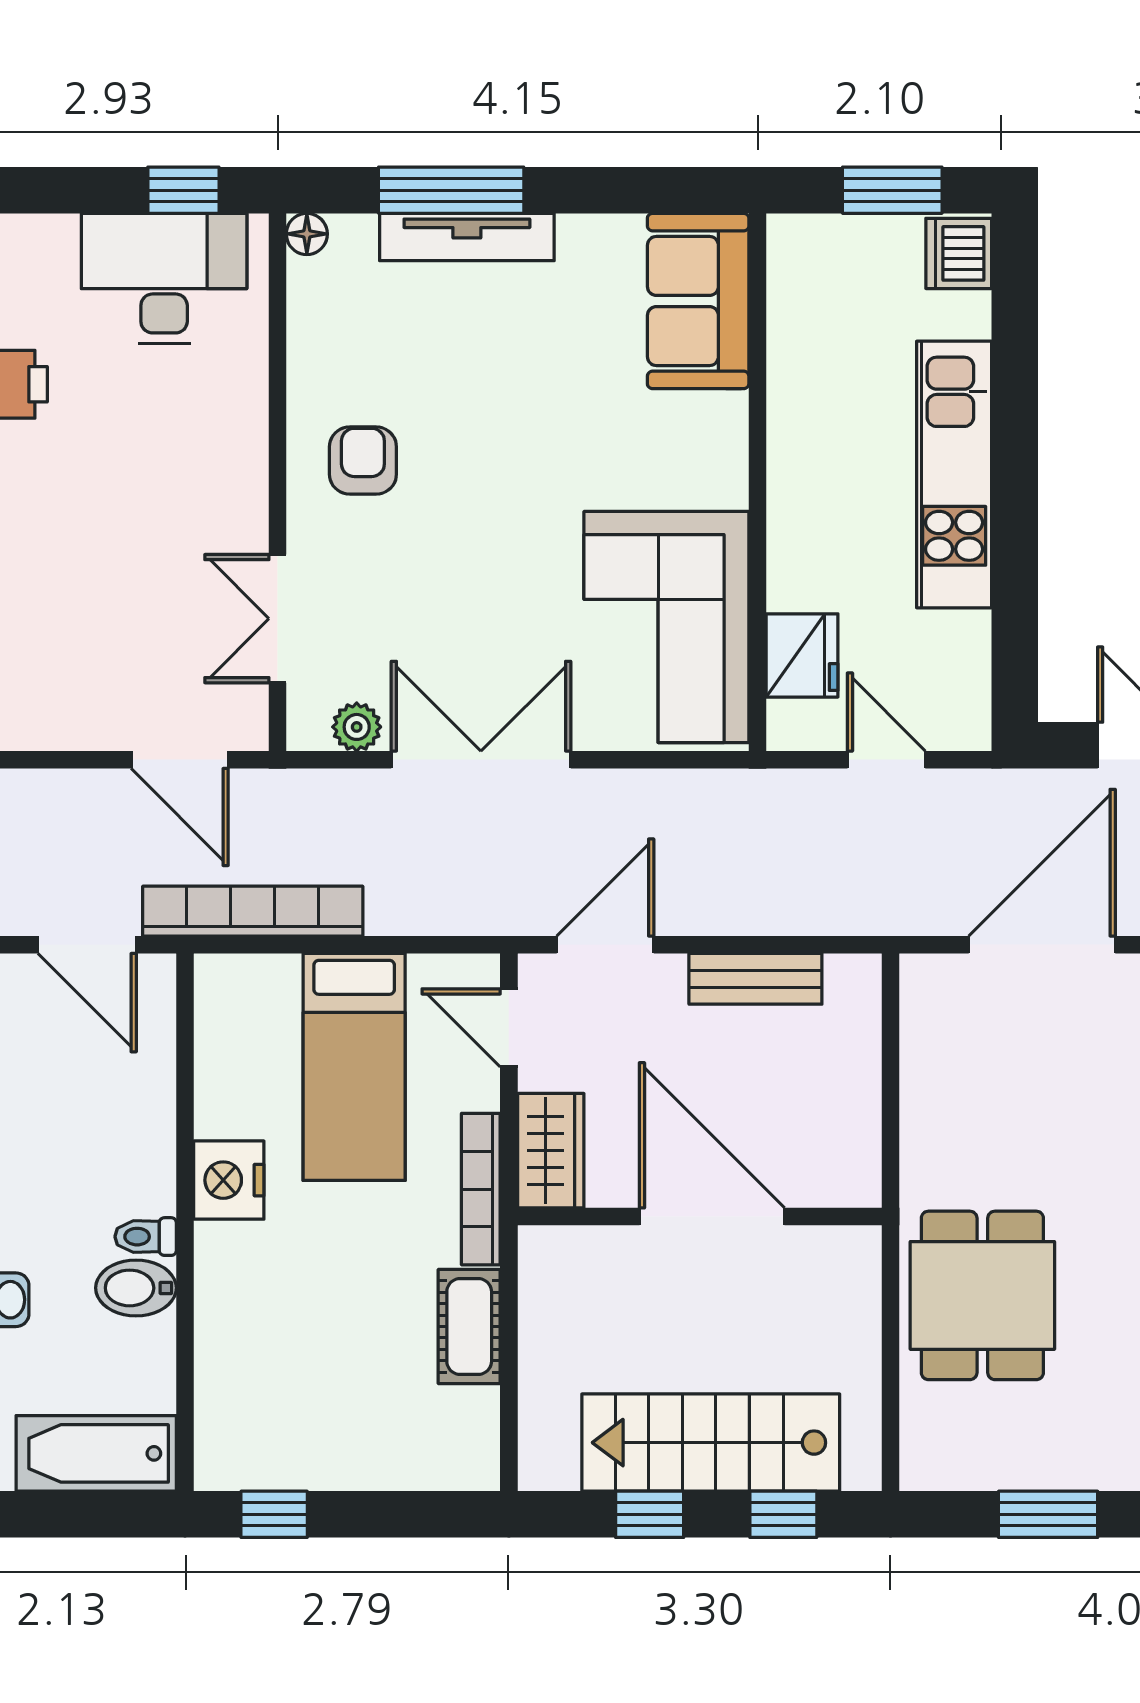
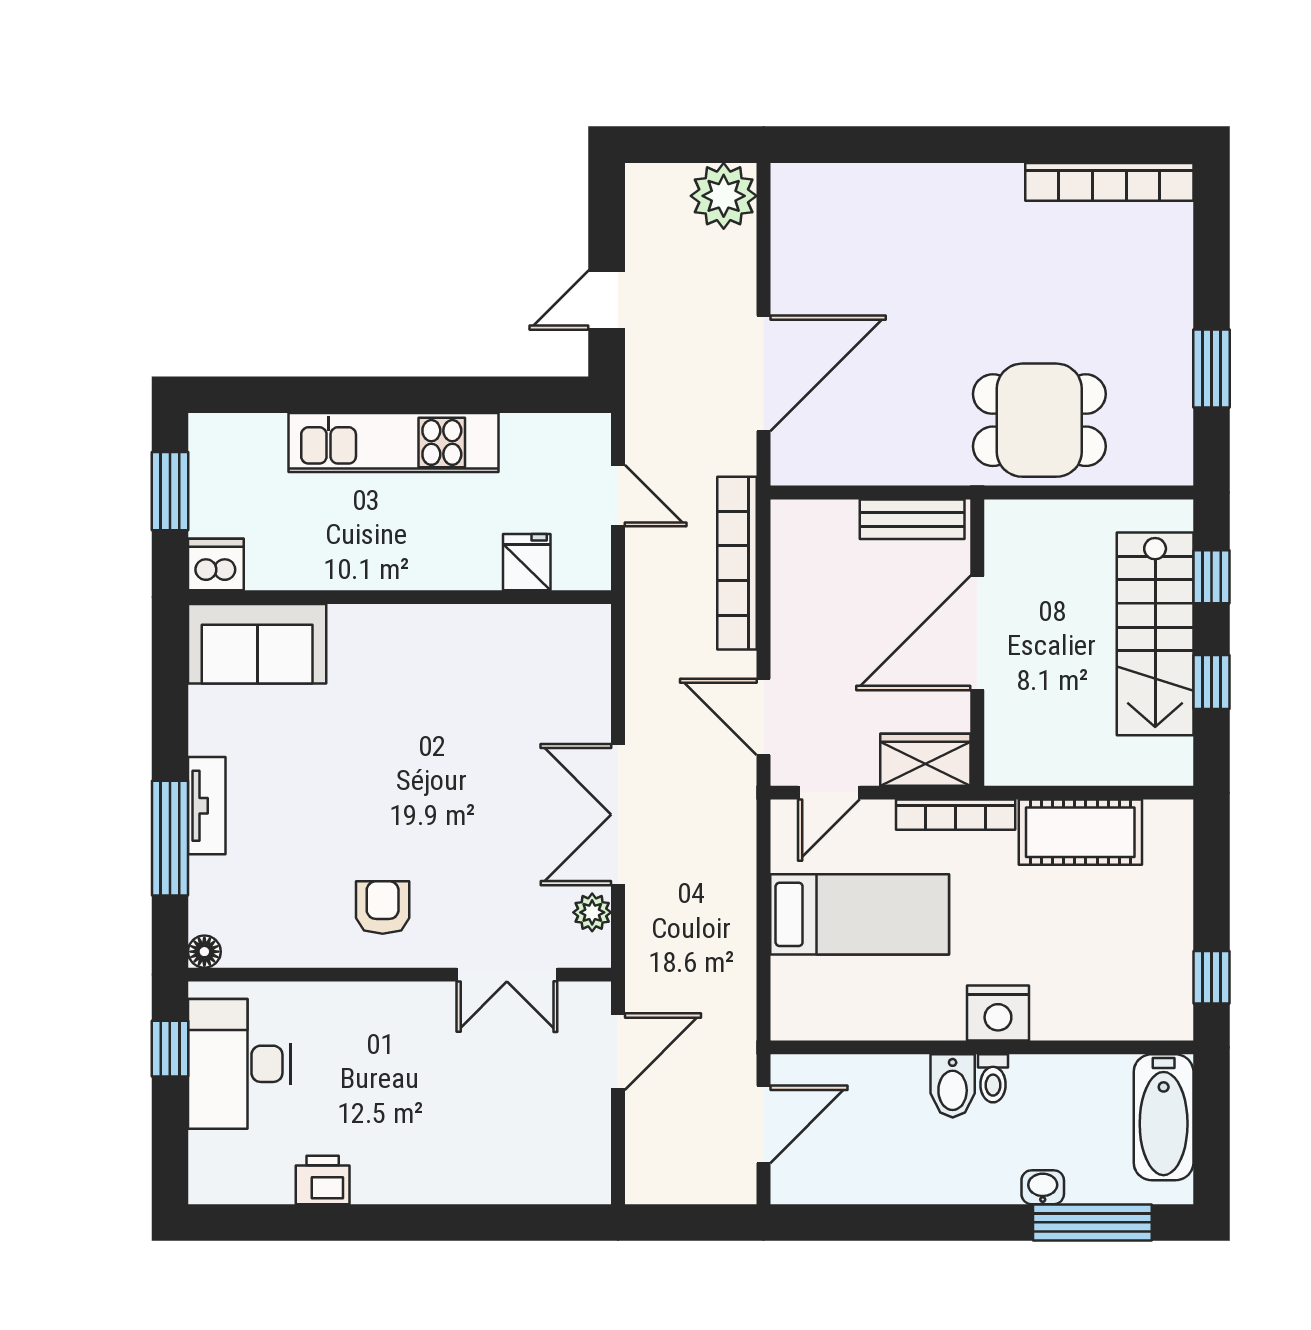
tv unit: (467, 237) -> (207, 806), width x0.71
dishwasher: (959, 253) -> (216, 564), moved, turned 180
armchair: (363, 461) -> (383, 907), turned 90
corner sofa: (666, 627) -> (514, 669), removed
fridge: (802, 655) -> (527, 562), width x0.72
door: (886, 760) -> (618, 496), swing flipped
bookcase: (253, 911) -> (737, 563), moved
door: (1042, 945) -> (764, 373), swing flipped
bench: (755, 979) -> (912, 519), moved, turned 90
nightstand: (229, 1180) -> (998, 1013), moved
bidet: (136, 1288) -> (953, 1086), moved
cot: (469, 1327) -> (1080, 832), width x1.37, depth x1.34

